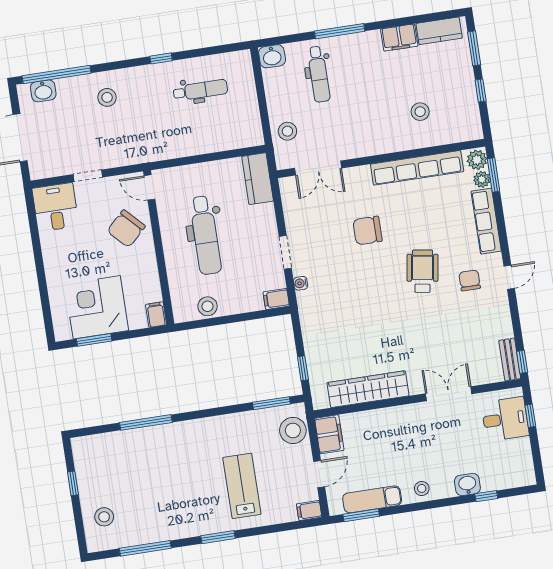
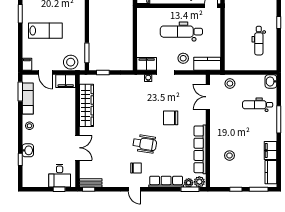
chair: (367, 231) -> (171, 118), turned -90
filing cabinet: (276, 299) -> (147, 64), width x2.00
stool: (208, 306) -> (183, 58), moved

